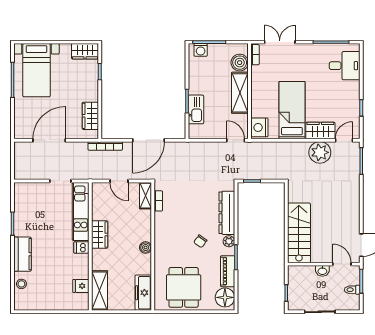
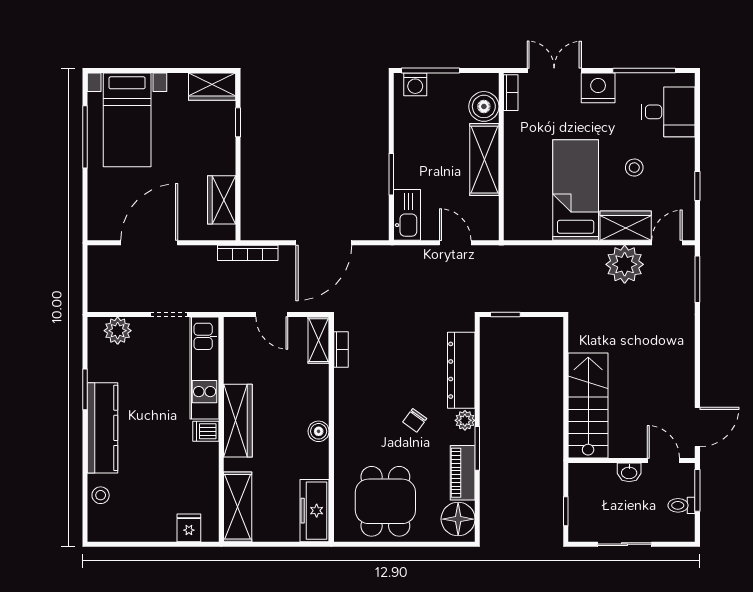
stool: (325, 97) -> (634, 168), added
kitchen sink: (196, 109) -> (407, 215), moved
nightstand: (259, 127) -> (598, 88), moved, turned 90
door: (236, 140) -> (455, 243), moved
plant: (31, 190) -> (118, 331), added
wardrobe: (100, 234) -> (238, 421), width x1.50
kitchen counter: (23, 254) -> (102, 428), width x1.50
fridge: (81, 286) -> (189, 528), moved, turned 90

